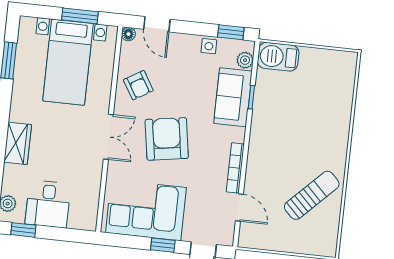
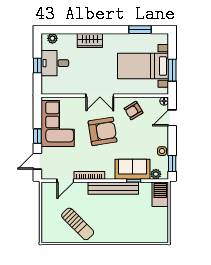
bench: (260, 131) -> (113, 188), added
window: (23, 230) -> (37, 65), moved

